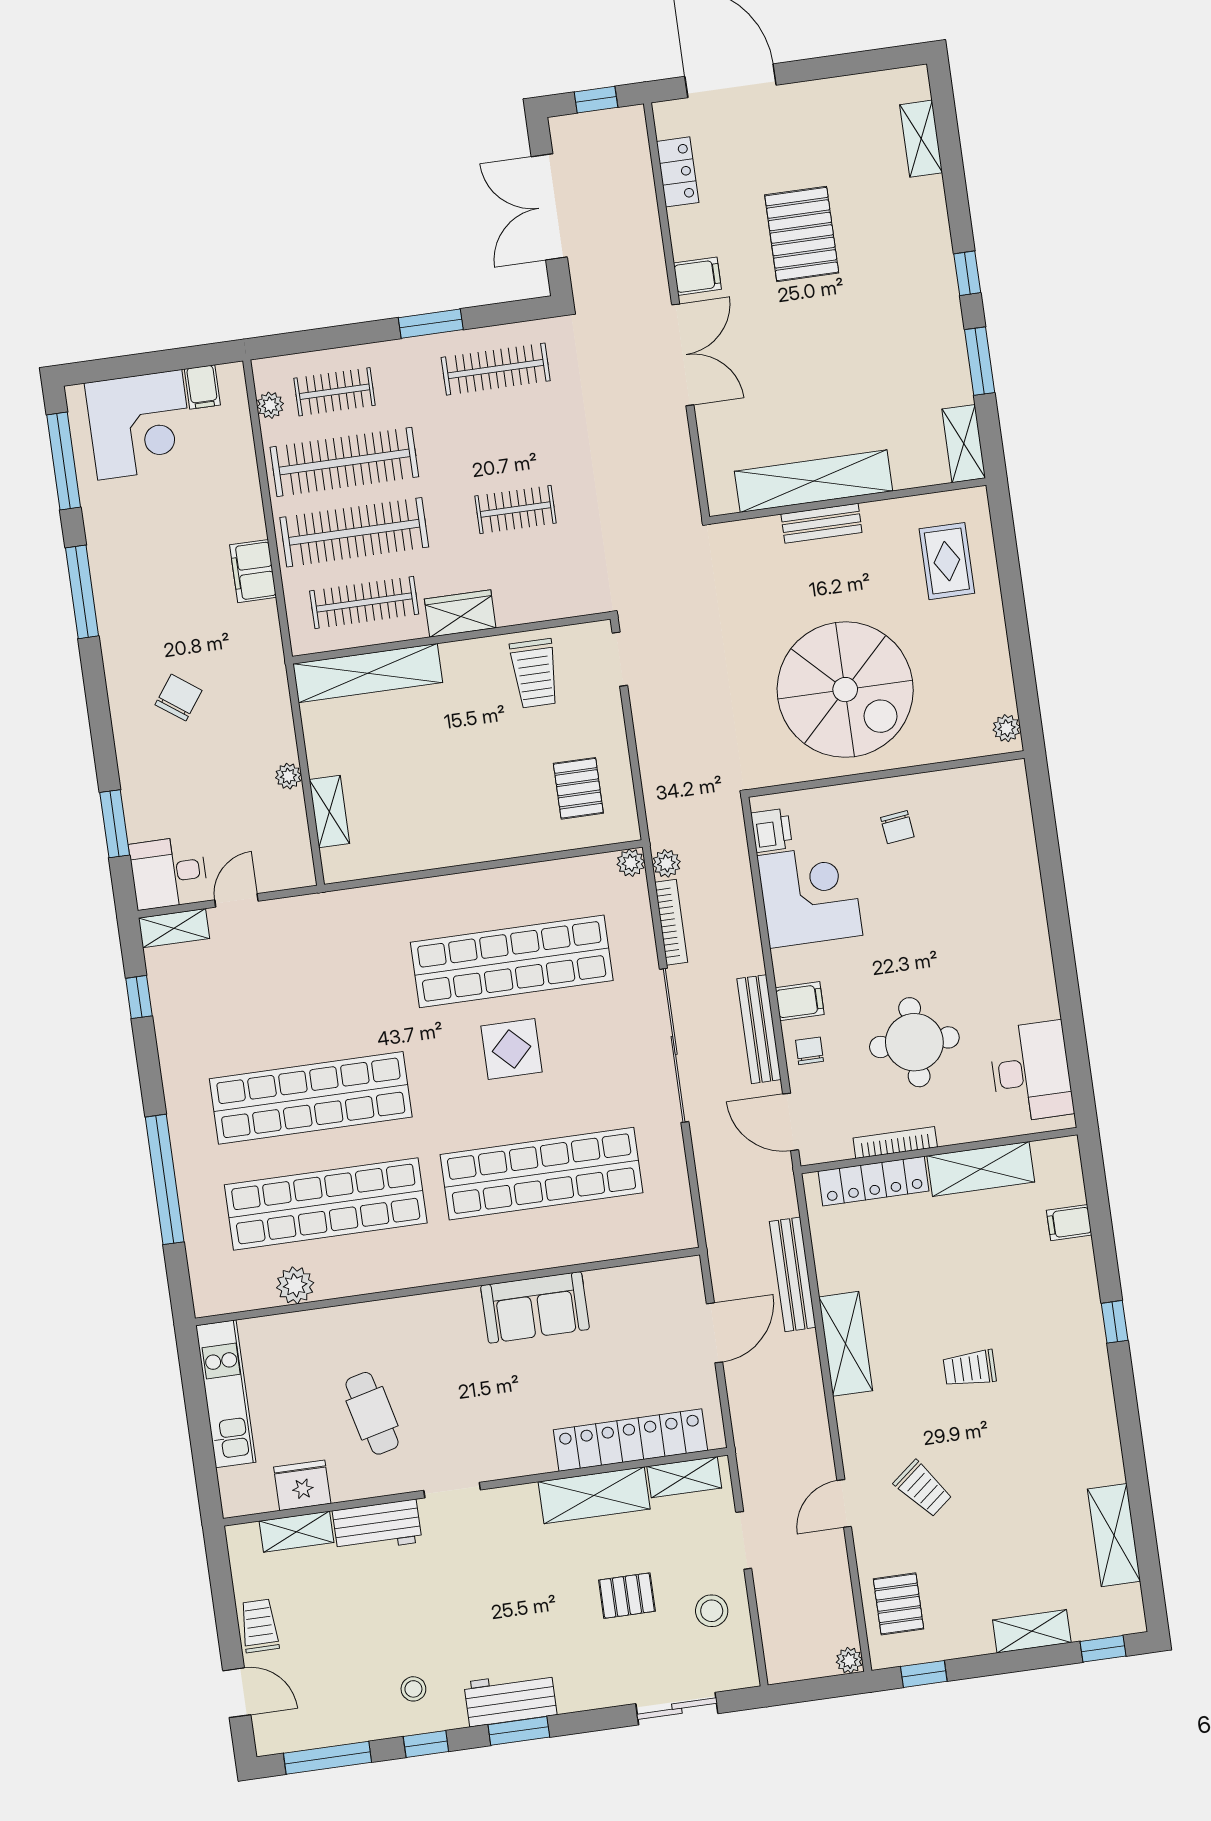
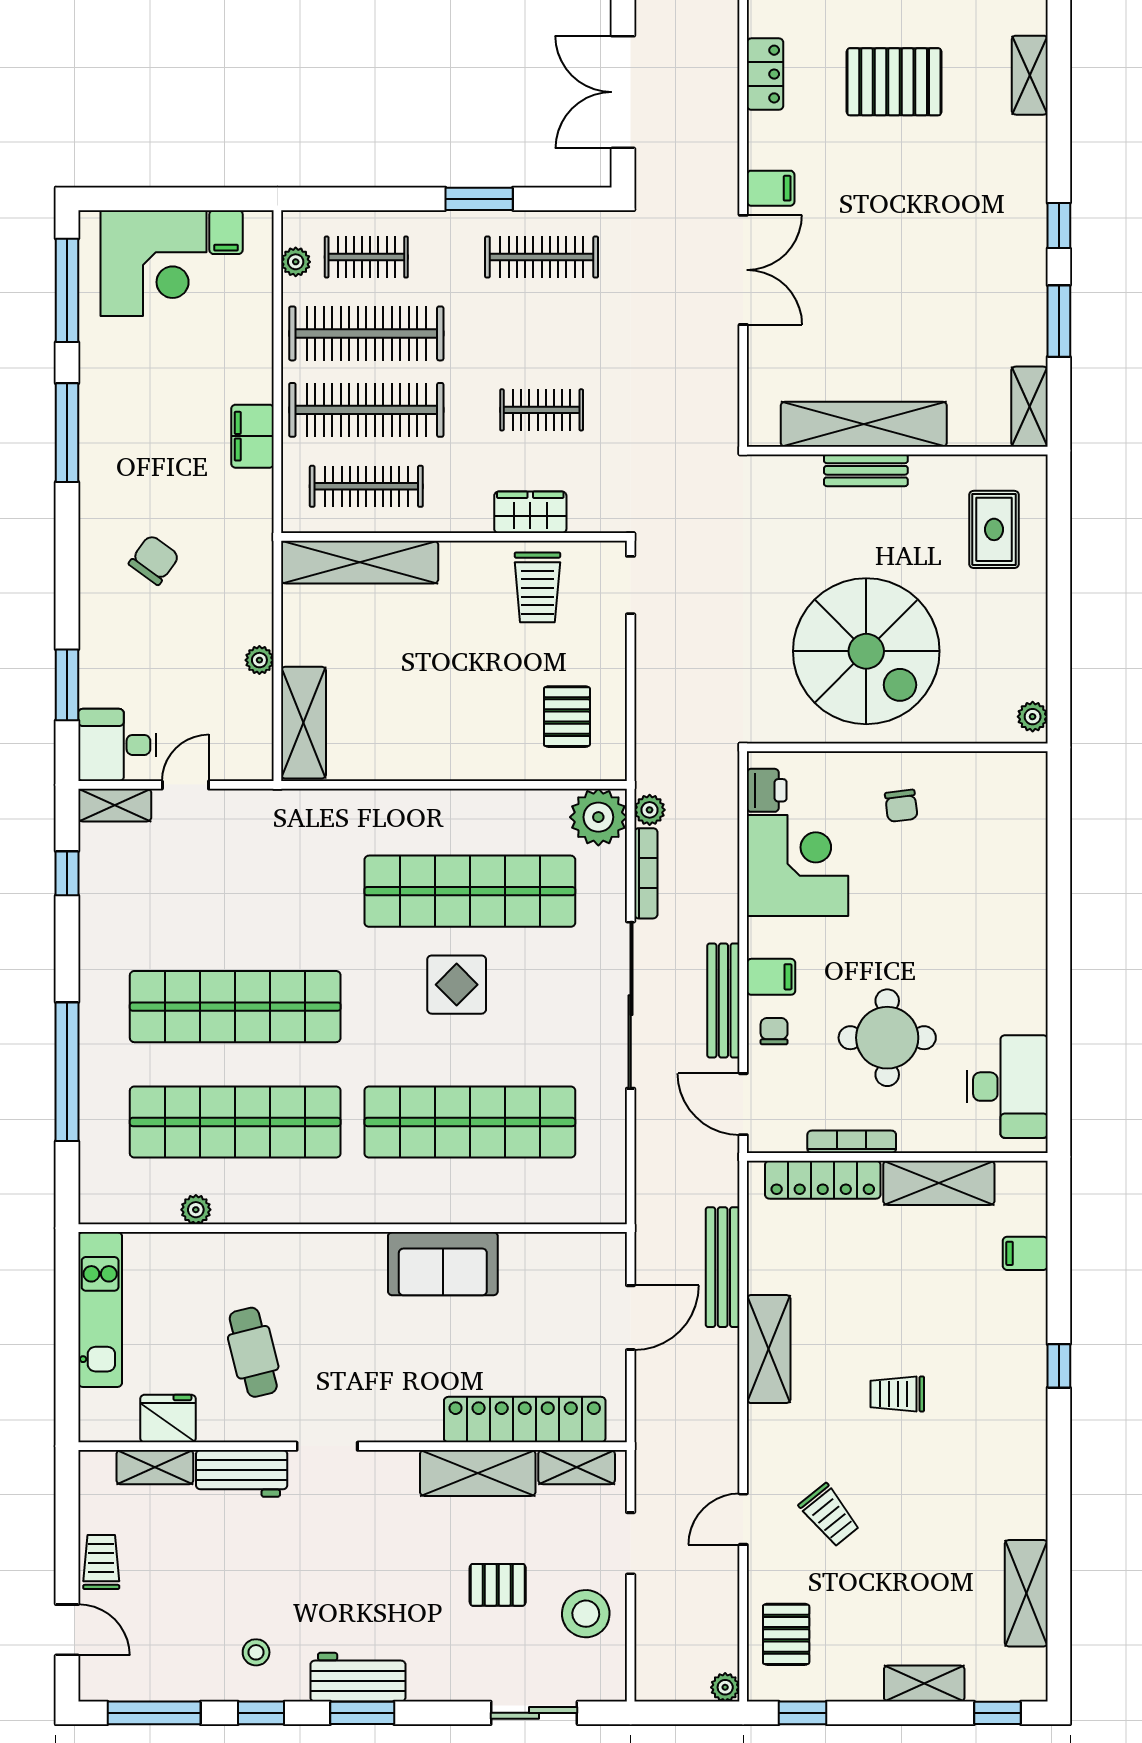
pallet: (802, 234) -> (894, 82), moved, turned 90
wardrobe: (460, 613) -> (530, 512), moved
shelving: (329, 812) -> (304, 723), width x1.50, depth x1.33
plant: (631, 863) -> (598, 817), width x1.88, depth x1.88
plant: (295, 1285) -> (196, 1210), width x0.73, depth x0.73
stool: (712, 1611) -> (586, 1614), width x1.38, depth x1.38

